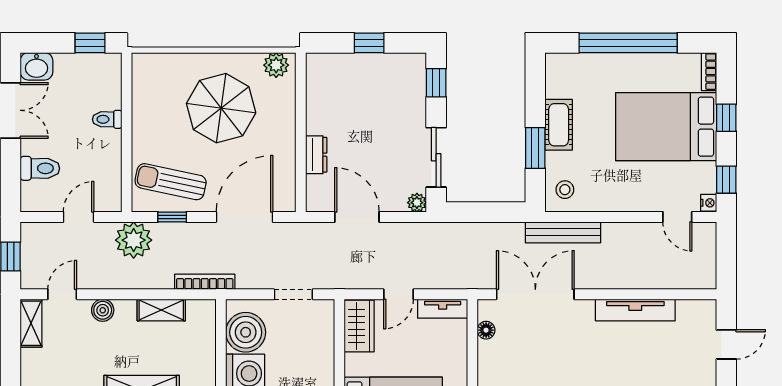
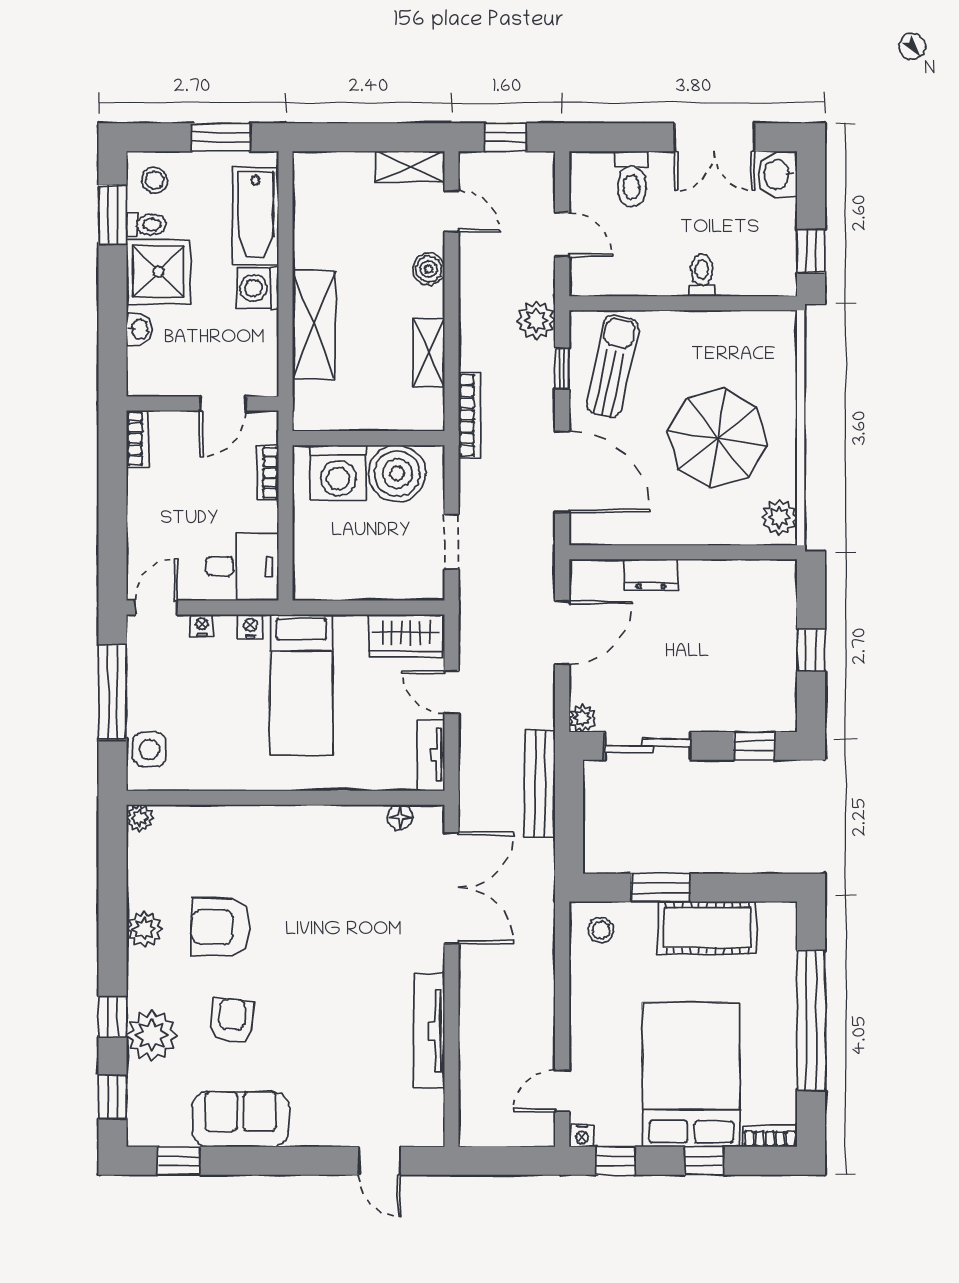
cot: (559, 125) -> (707, 928), width x1.37, depth x1.34
bench: (563, 232) -> (540, 784), moved
plant: (134, 240) -> (536, 320), width x0.73, depth x0.73

